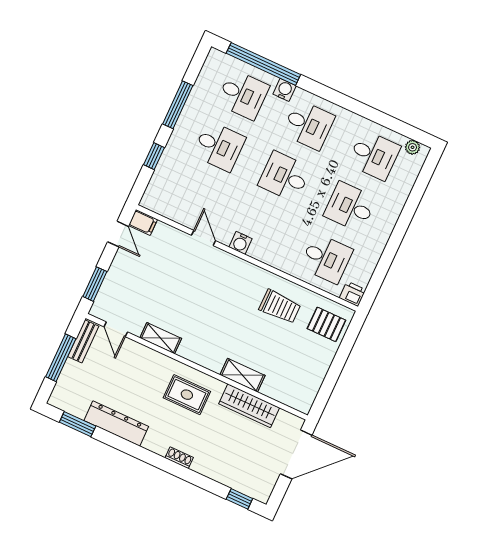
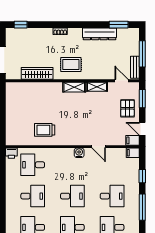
desk: (219, 146) -> (112, 196), turned 180
filing cabinet: (152, 202) -> (133, 153), added
pallet: (326, 324) -> (127, 108), moved, turned 90
shelving: (242, 375) -> (74, 87), moved

